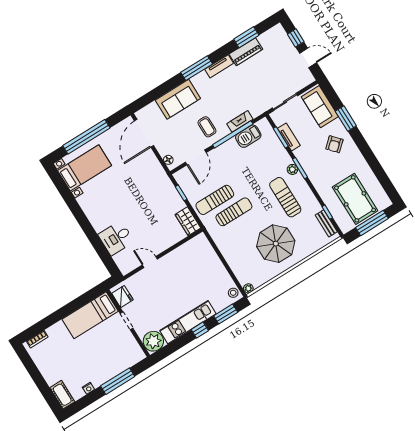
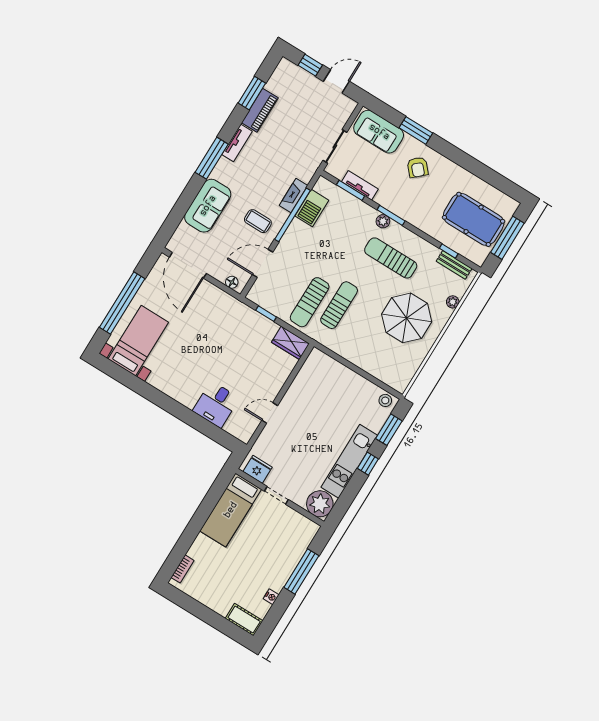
door: (196, 157) -> (263, 263), swing flipped
plant: (248, 288) -> (453, 302), moved

